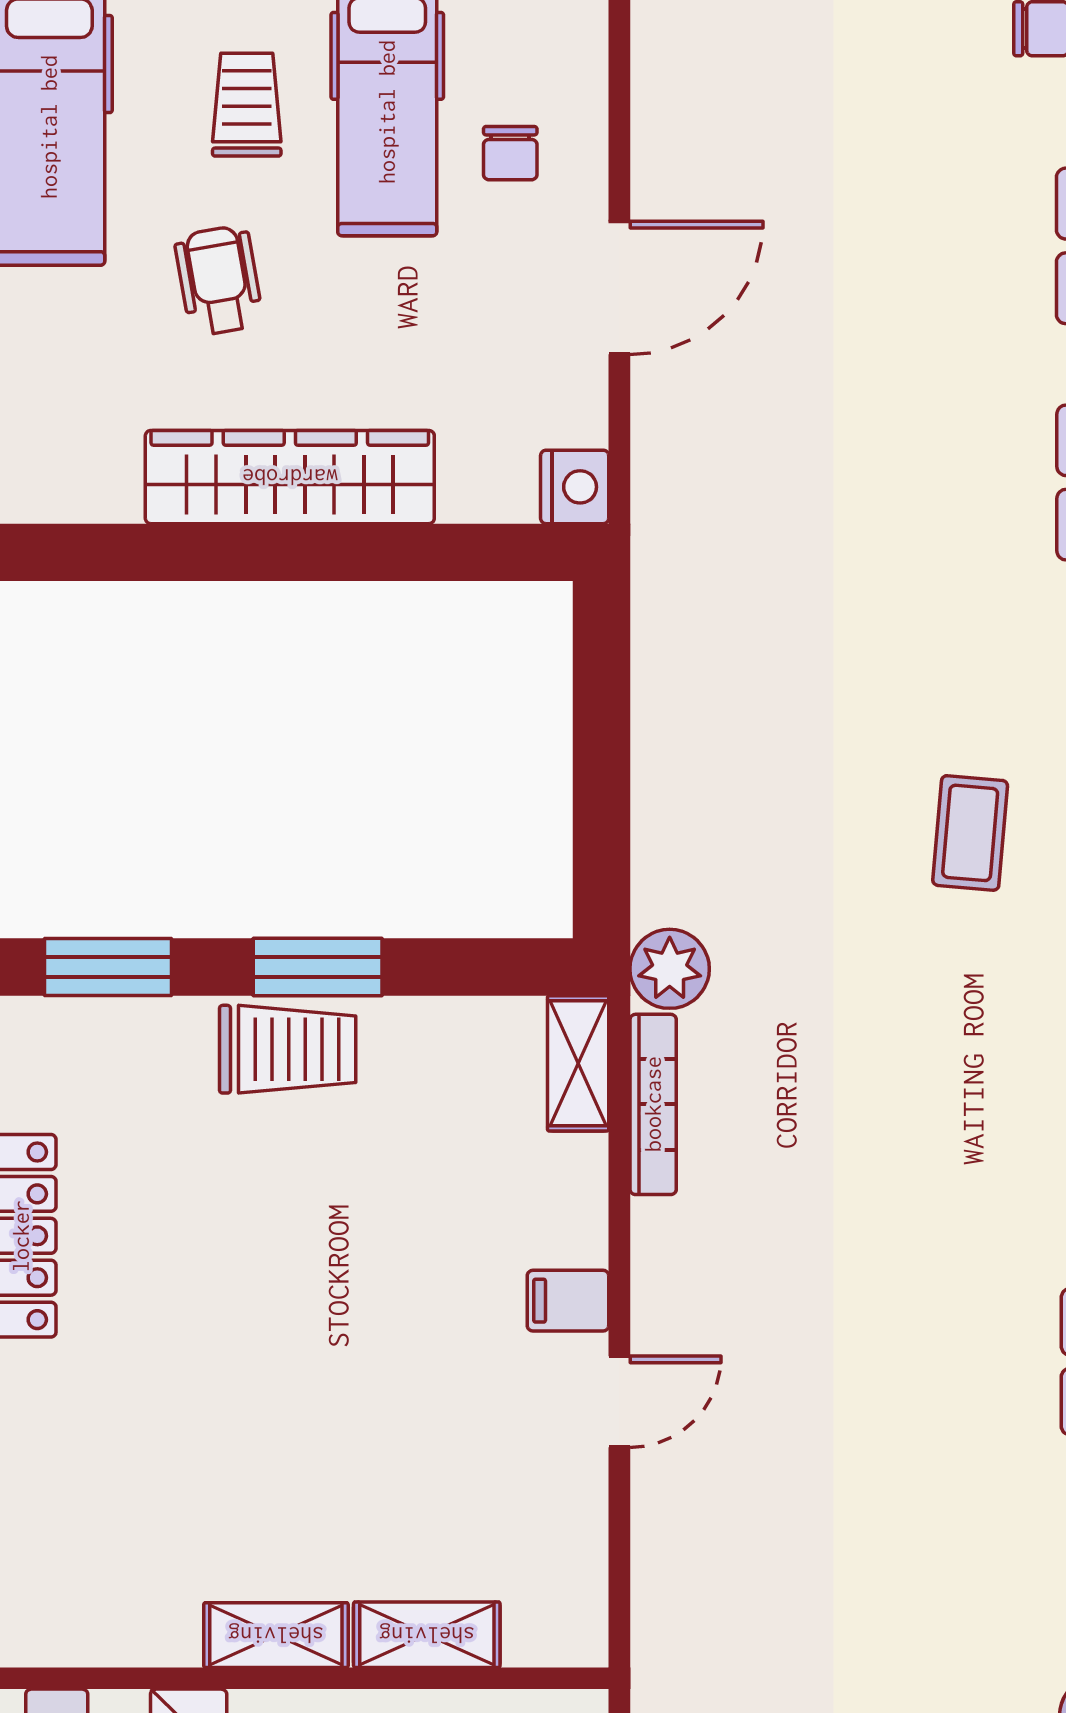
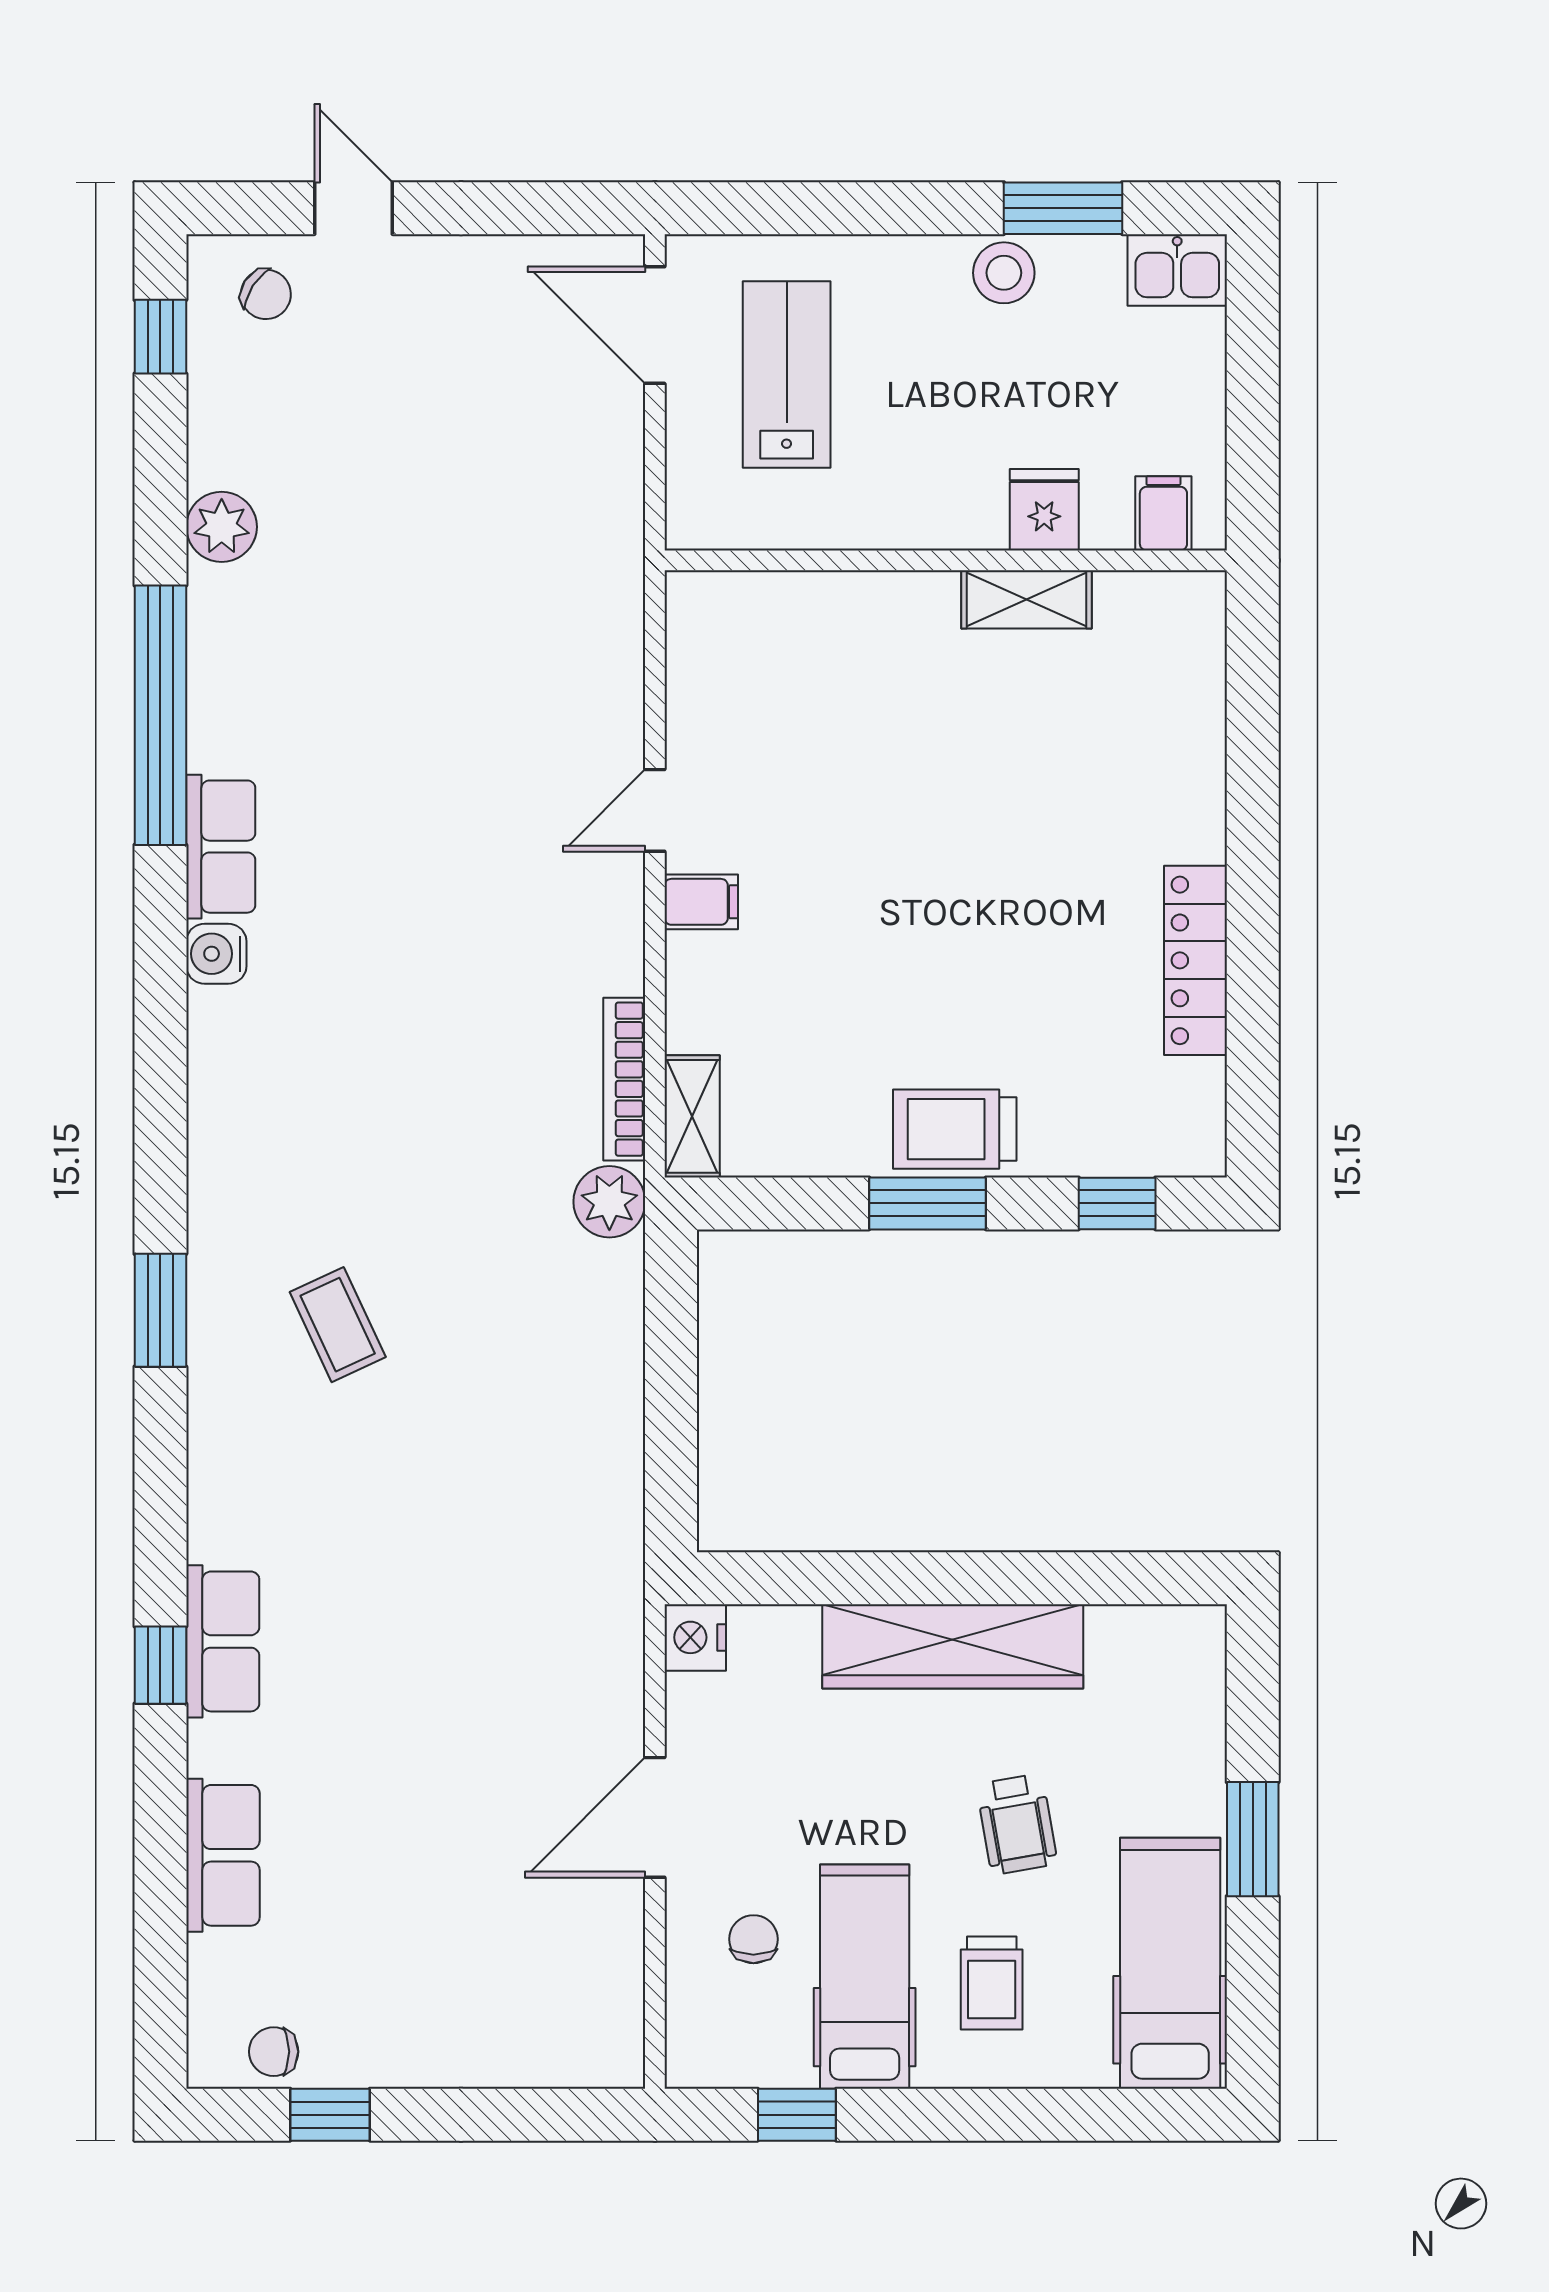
coffee table: (970, 833) -> (338, 1325), turned -30
window: (108, 967) -> (1117, 1203), width x0.67
shelving: (276, 1635) -> (1027, 599), moved
shelving: (427, 1635) -> (829, 600), removed

